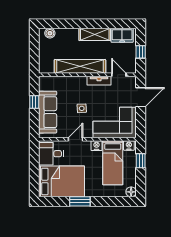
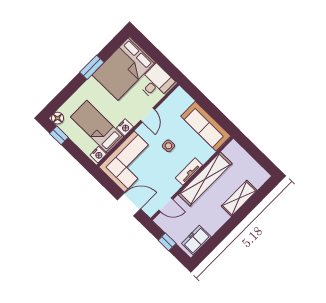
boiler: (50, 33) -> (258, 181), removed
shelving: (95, 34) -> (239, 198), moved
tv unit: (99, 81) -> (189, 172), moved
door: (141, 97) -> (129, 204), swing flipped
window: (34, 102) -> (213, 111), removed
sofa: (48, 112) -> (206, 126), moved
window: (141, 161) -> (59, 135), moved

